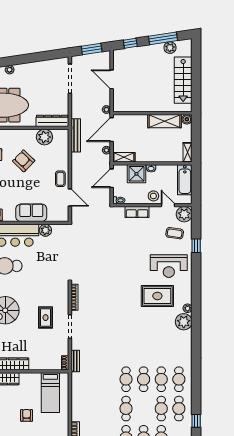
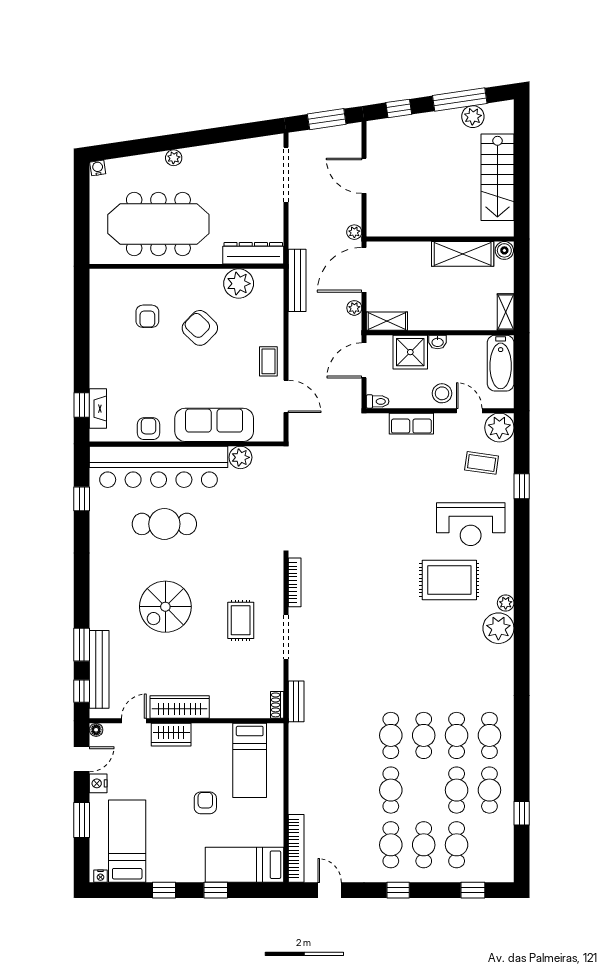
sofa: (31, 213) -> (214, 425), width x1.36

